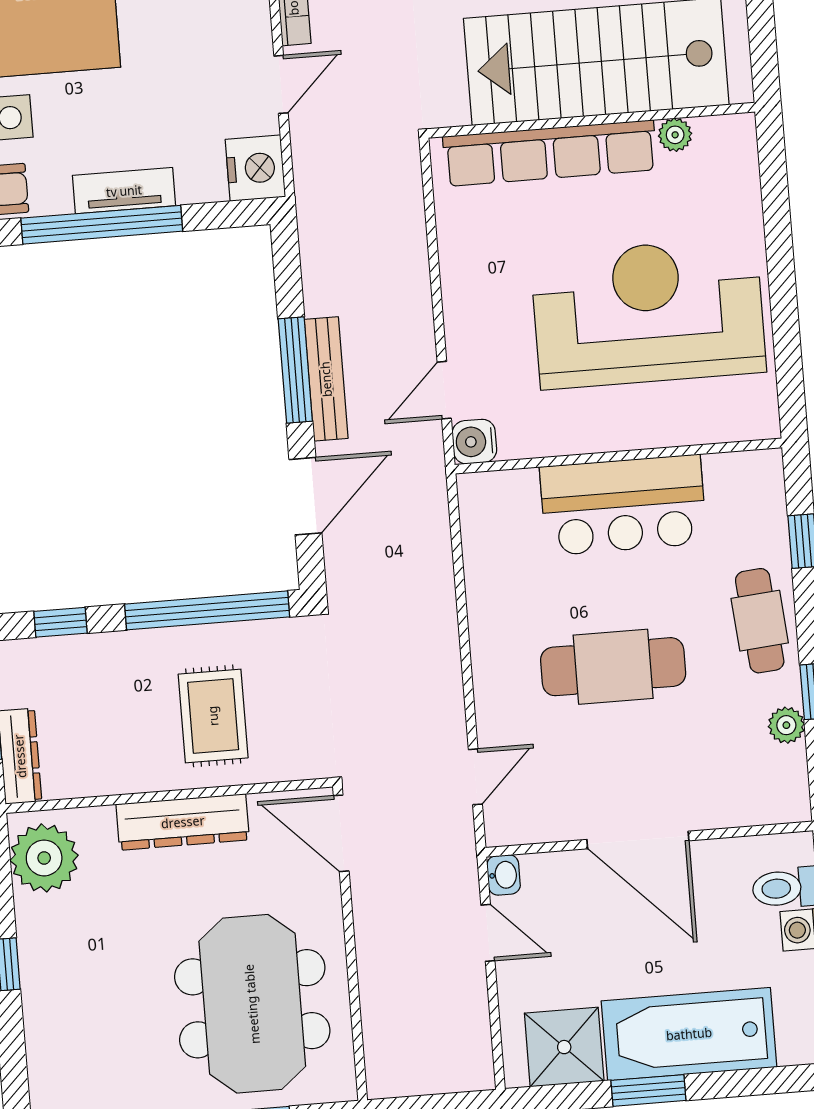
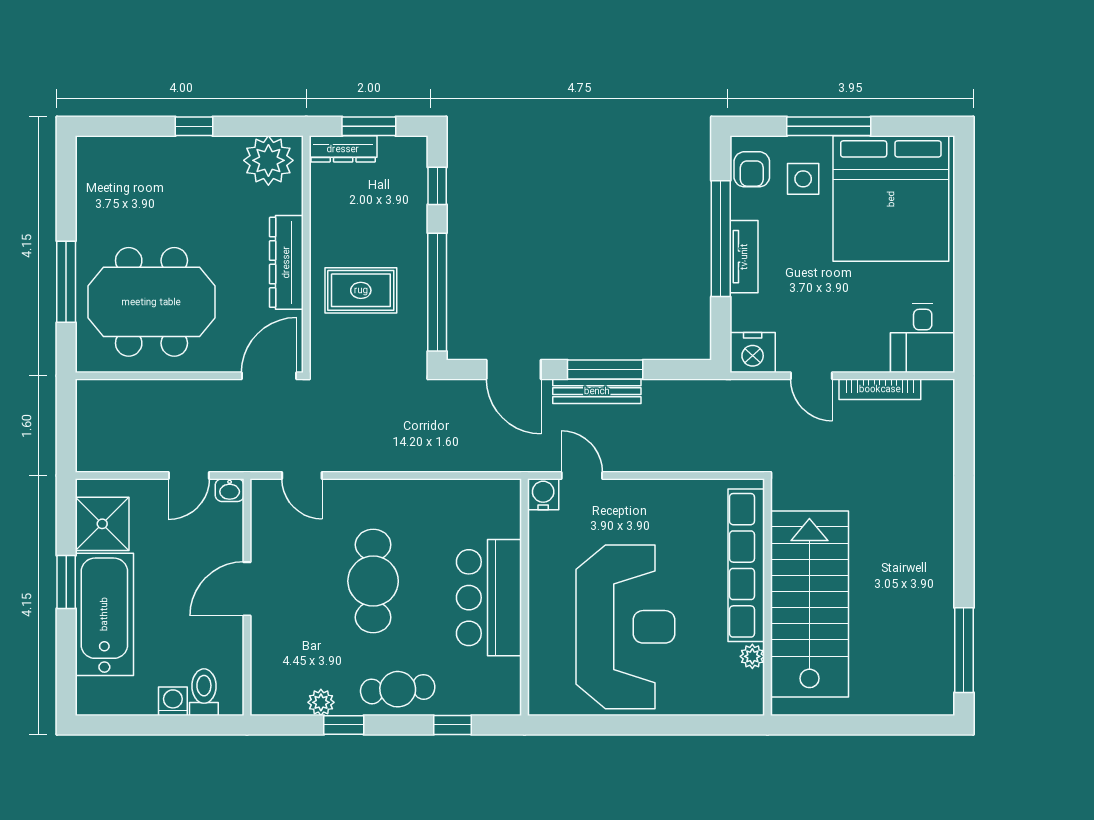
door: (638, 840) -> (247, 589), width x0.73

